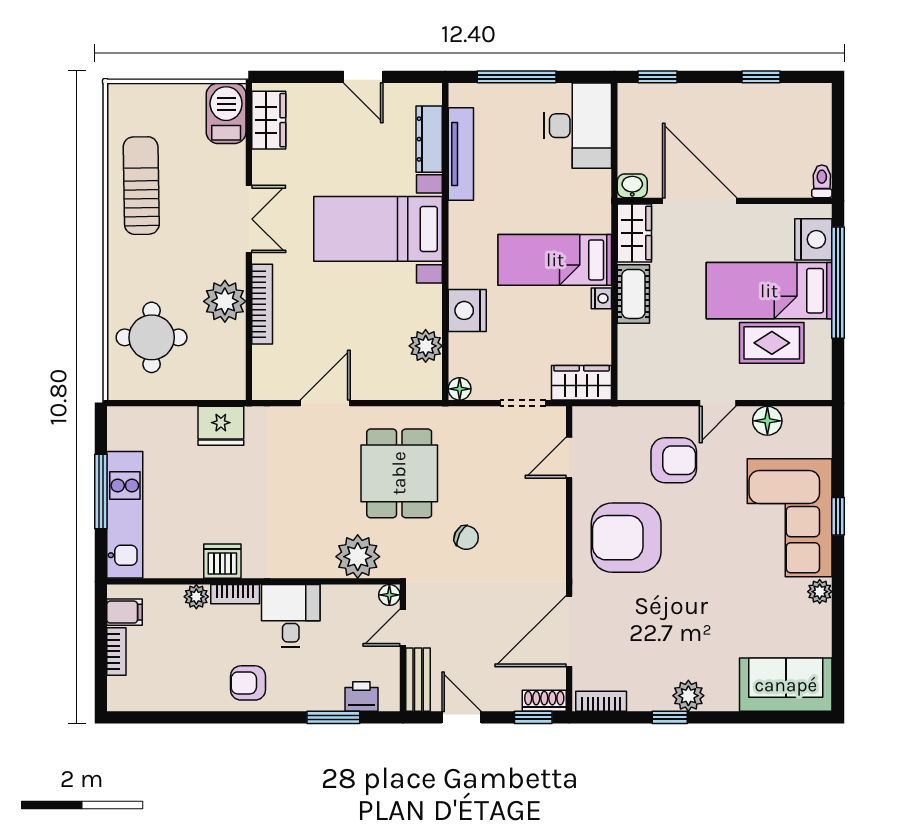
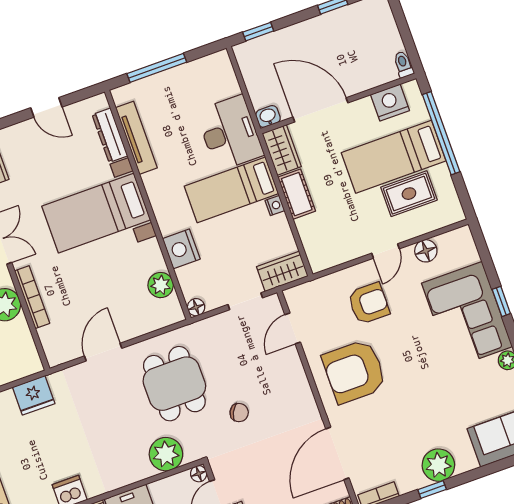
desk: (578, 126) -> (230, 133), moved
nightstand: (813, 239) -> (390, 103), moved, turned -90
plant: (688, 696) -> (438, 465), width x1.36, depth x1.36

